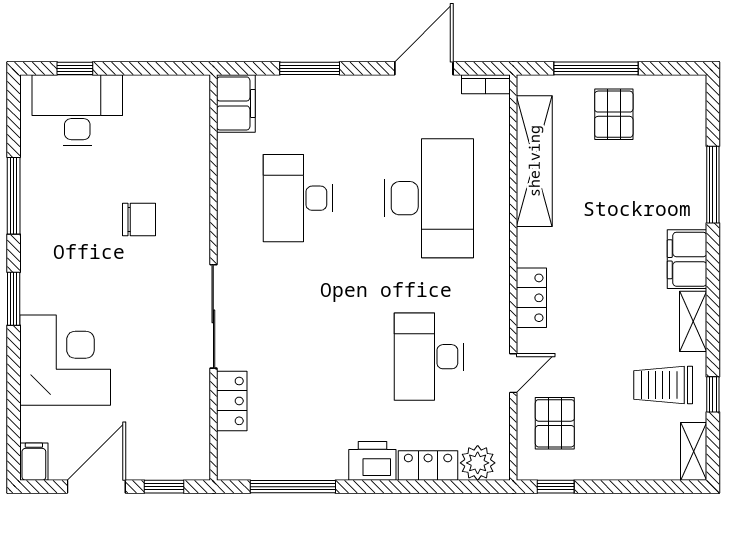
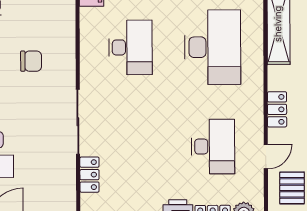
desk: (298, 198) -> (130, 47), turned 180
desk: (429, 357) -> (213, 146), turned 180

